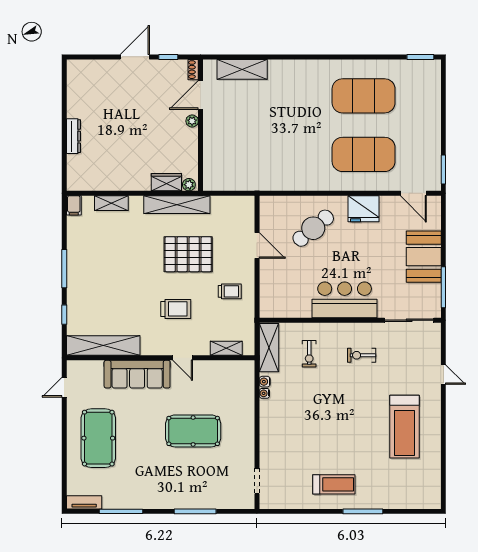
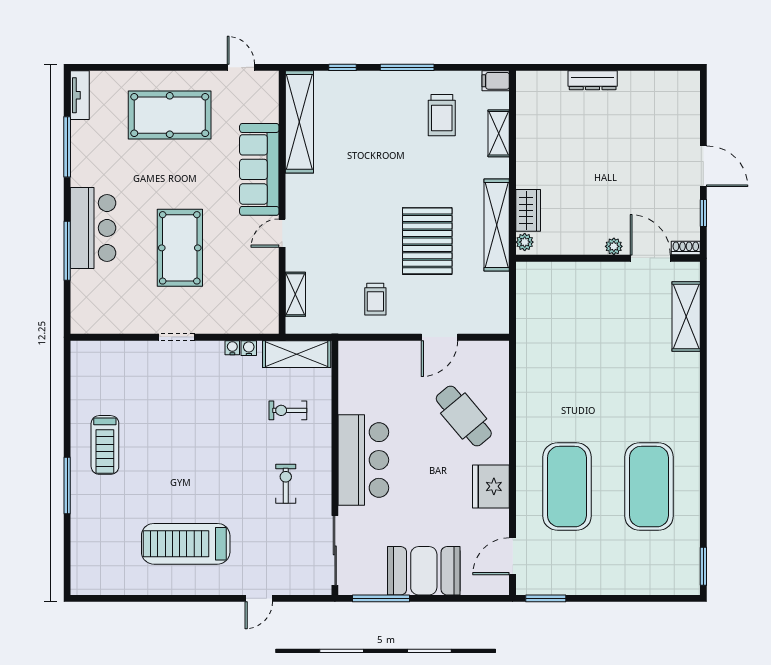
trolley: (176, 309) -> (442, 115), moved
doorway: (257, 481) -> (177, 337), moved
bar counter: (179, 493) -> (93, 228), added

